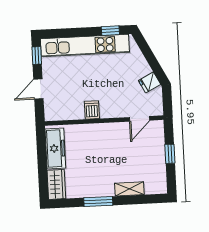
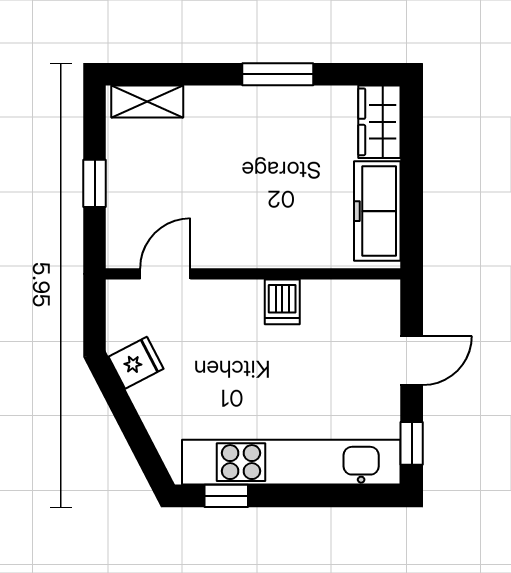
shelving: (129, 189) -> (147, 102), moved

